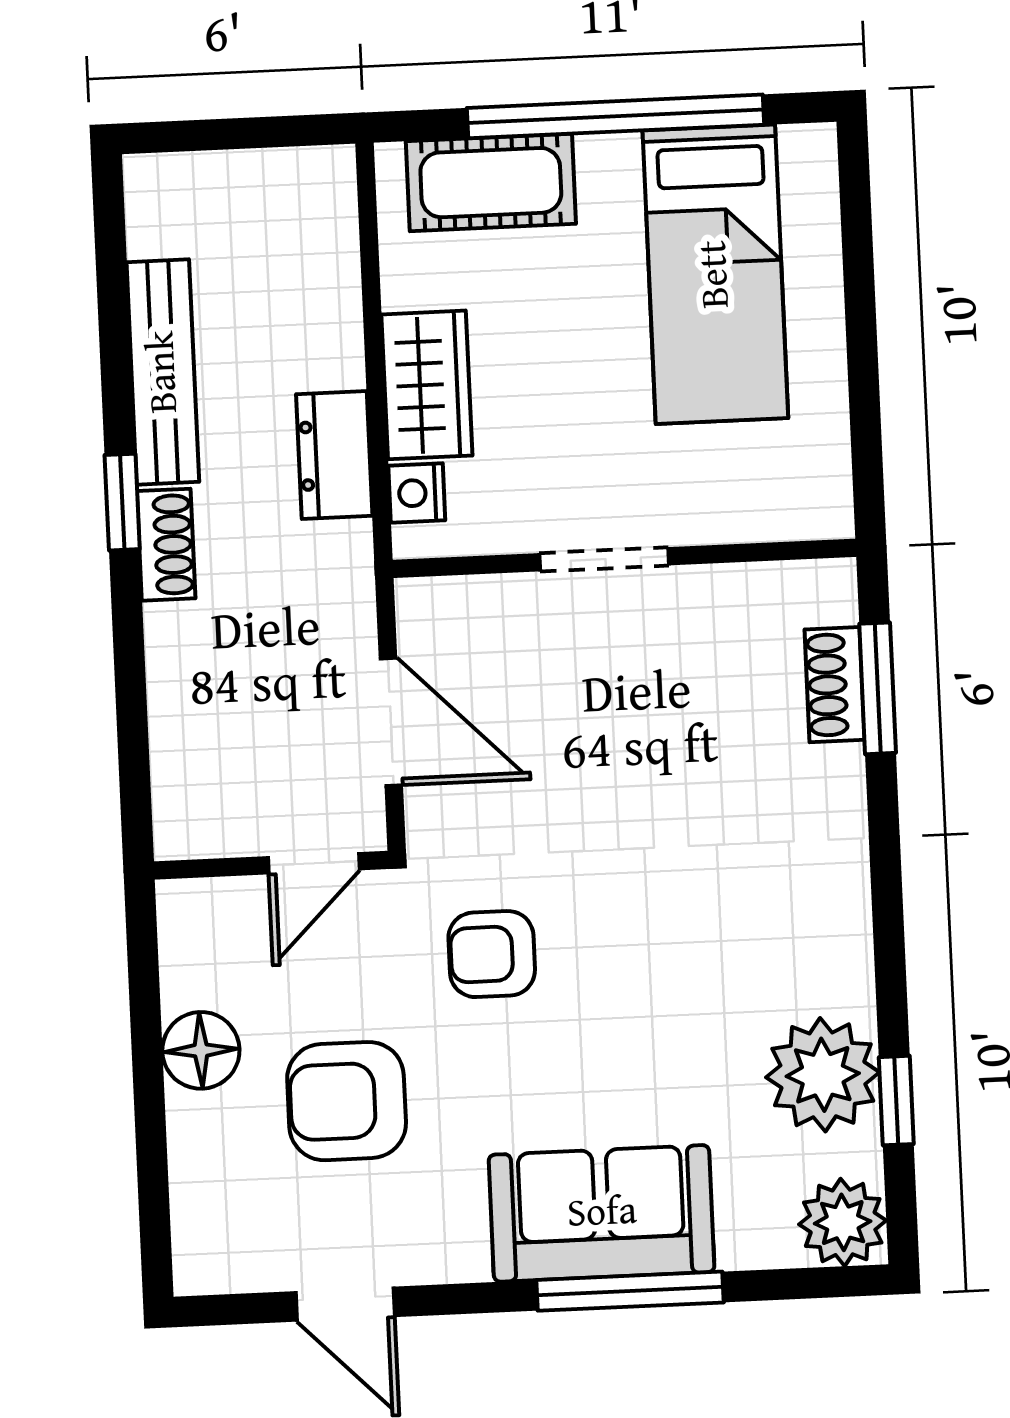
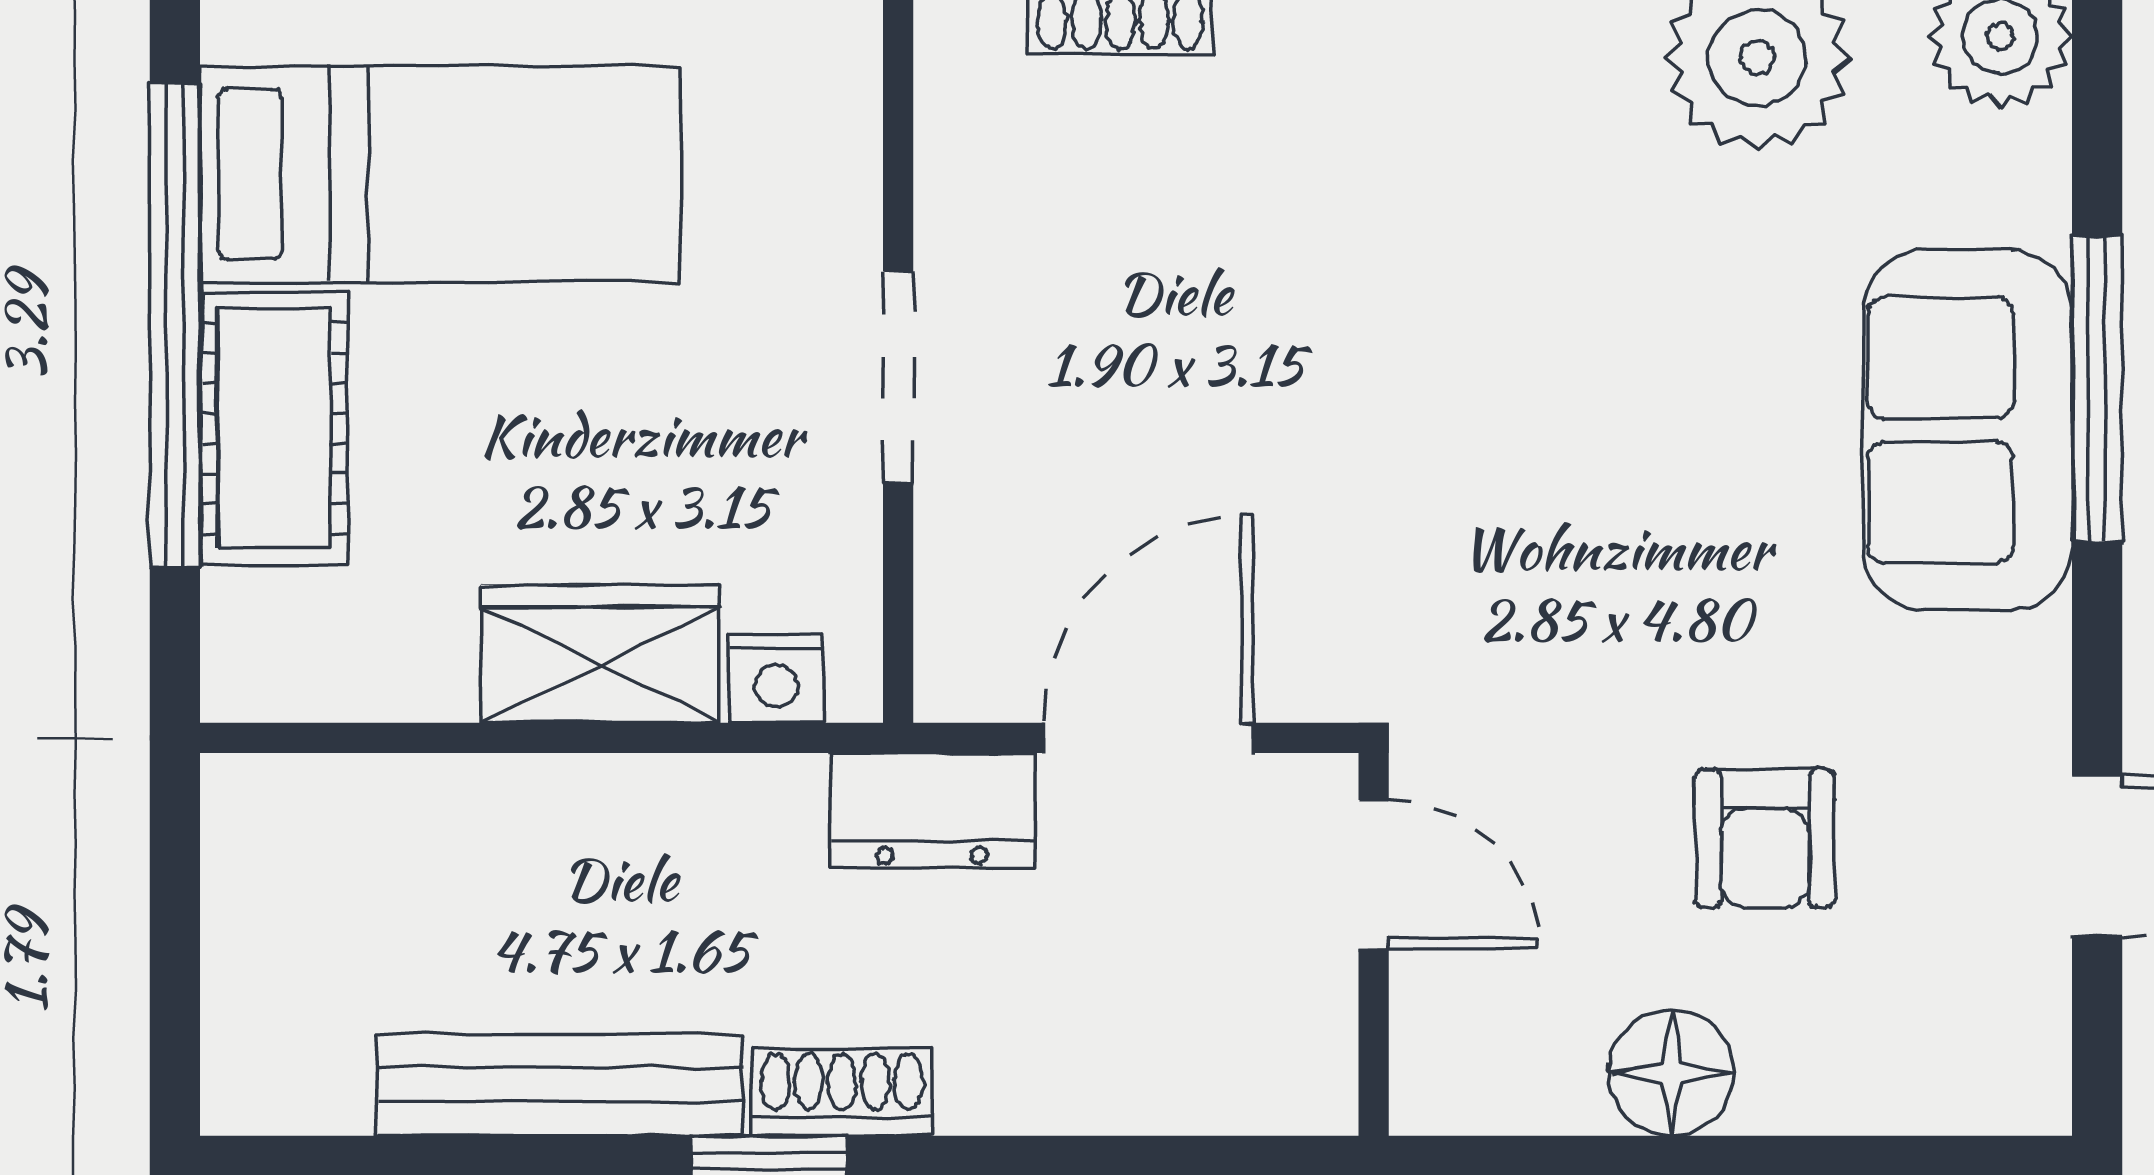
cot: (491, 183) -> (274, 428), moved
dresser: (334, 455) -> (932, 811), moved
armchair: (492, 954) -> (1535, 590), removed
armchair: (347, 1101) -> (1765, 839), width x0.72, depth x0.72

